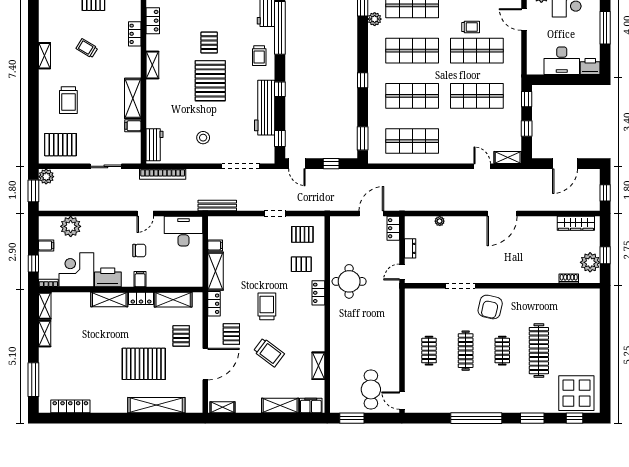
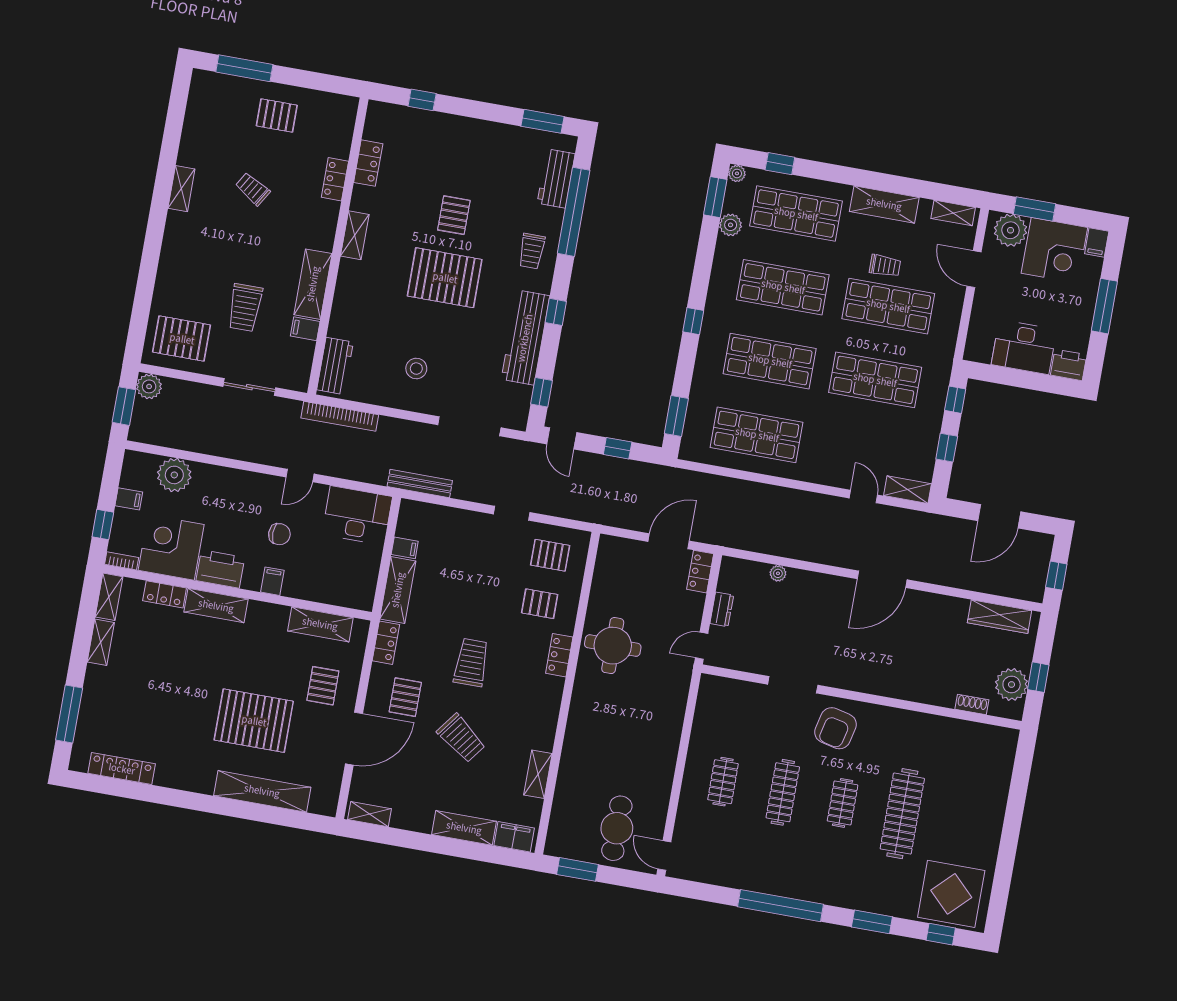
pallet: (210, 81) -> (445, 278), turned 90
trolley: (68, 100) -> (245, 308), moved
locker: (141, 298) -> (165, 594), moved

